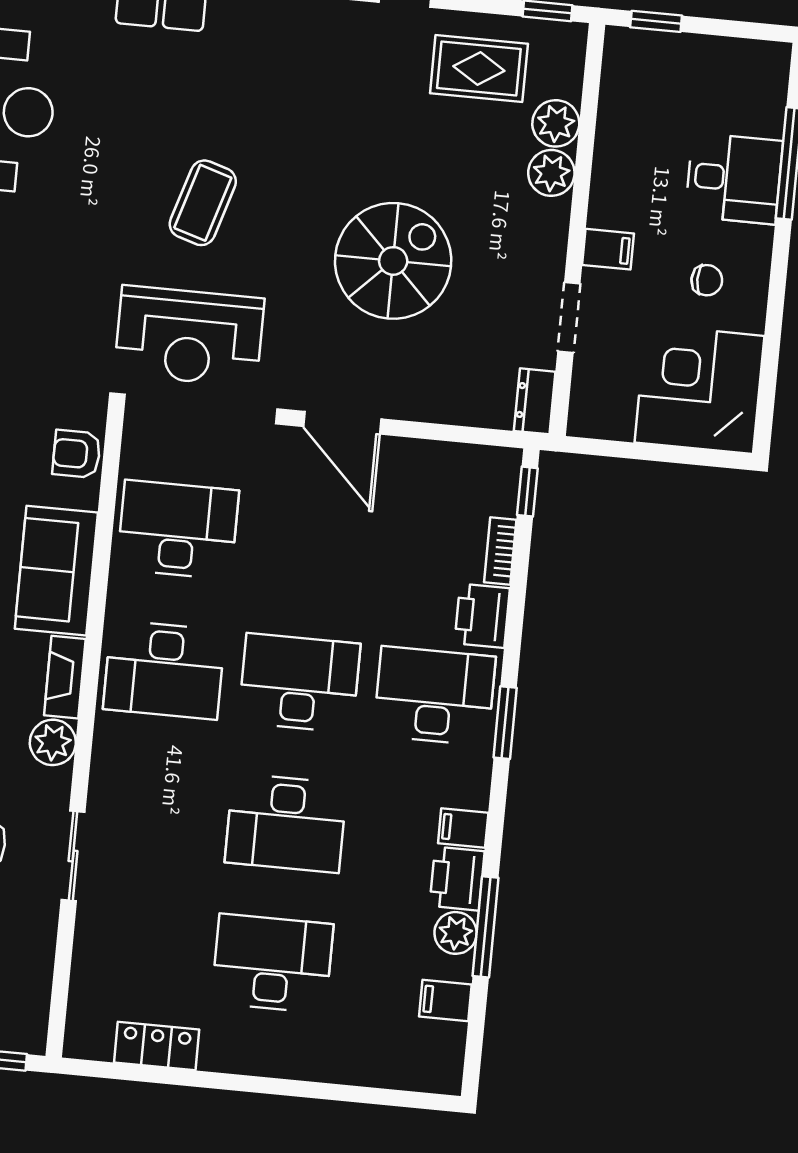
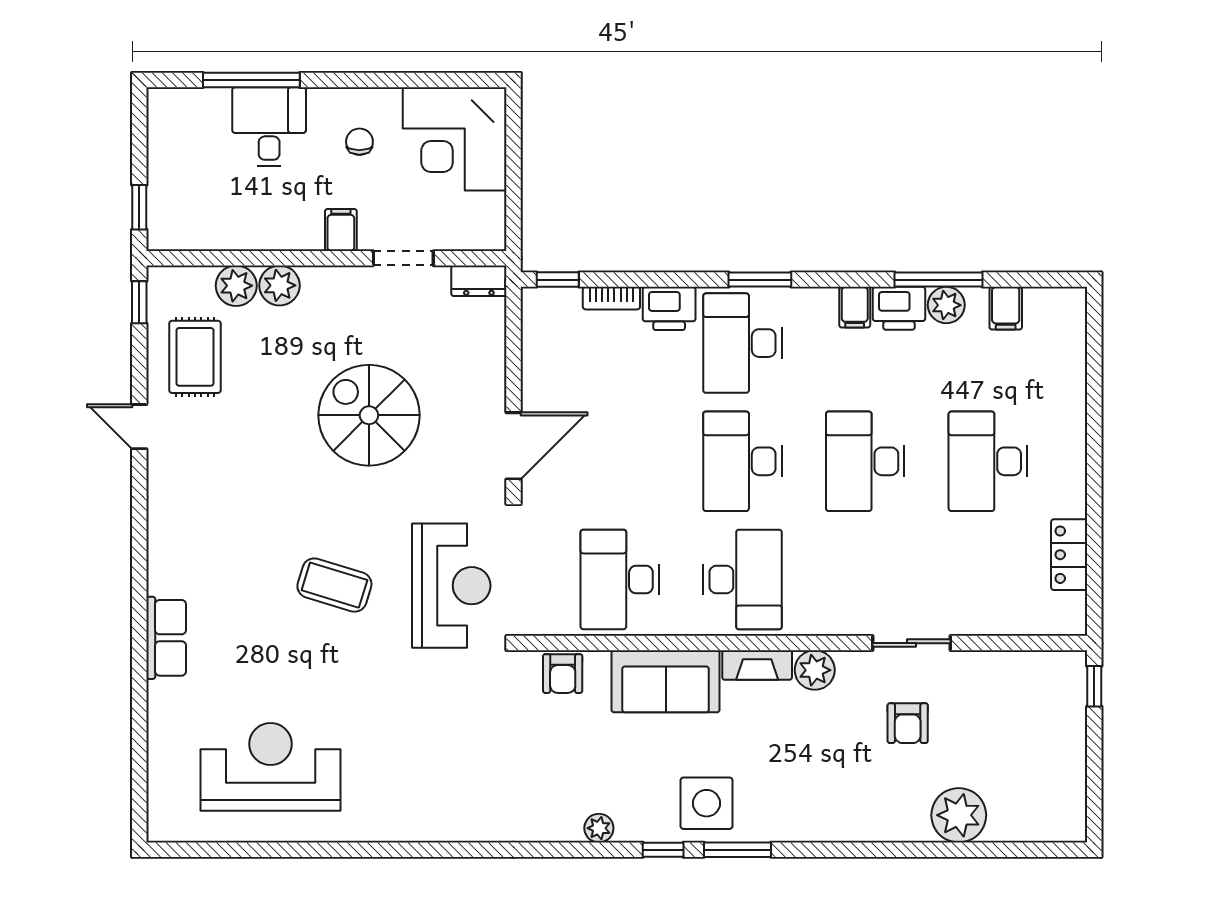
desk: (286, 823) -> (865, 461), turned 180

